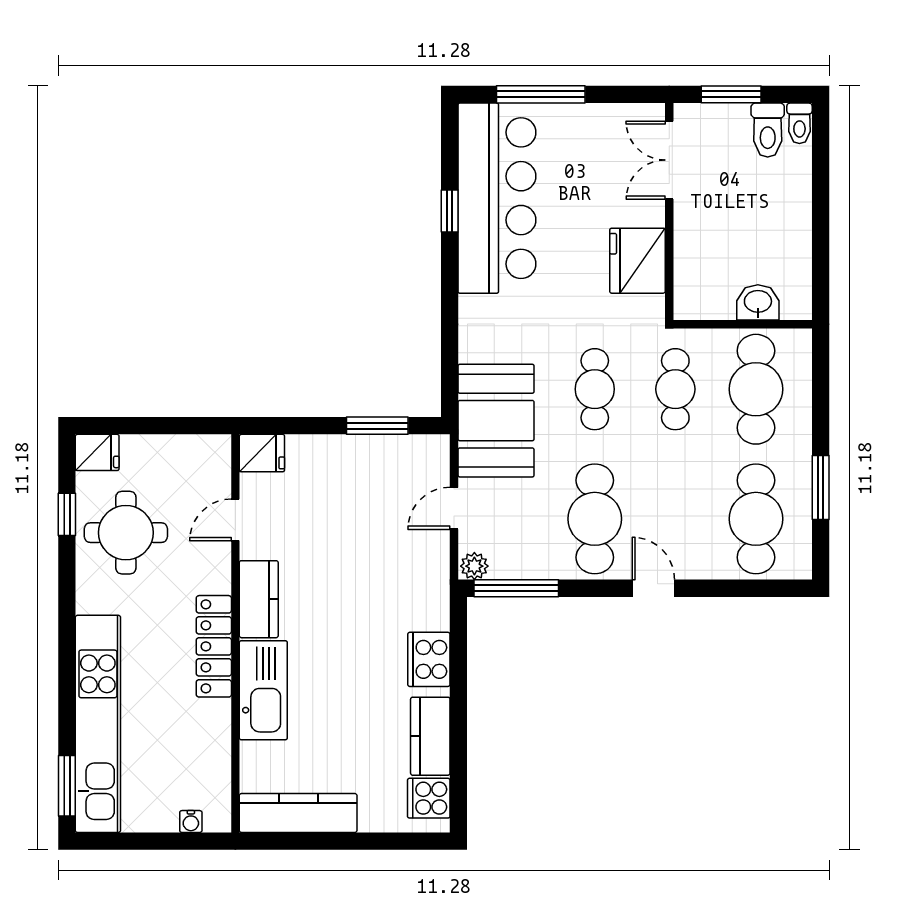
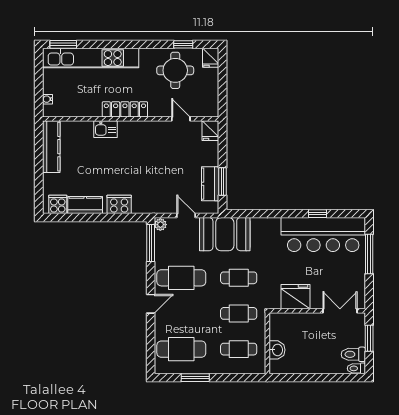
cafe table: (756, 389) -> (239, 349), width x0.73, depth x0.74
kitchen counter: (259, 599) -> (210, 184), moved, turned 90
kitchen sink: (263, 690) -> (105, 129), width x0.53, depth x0.81

